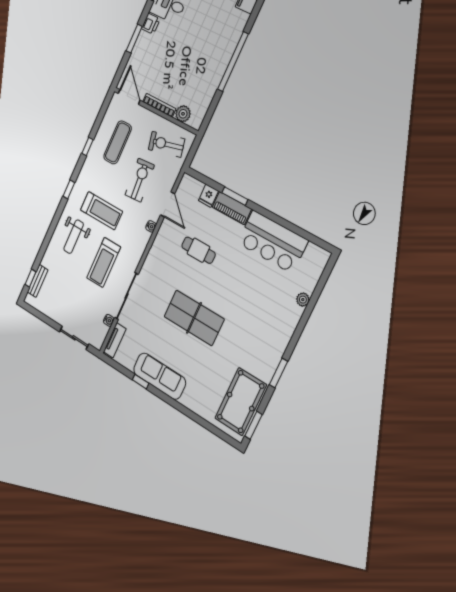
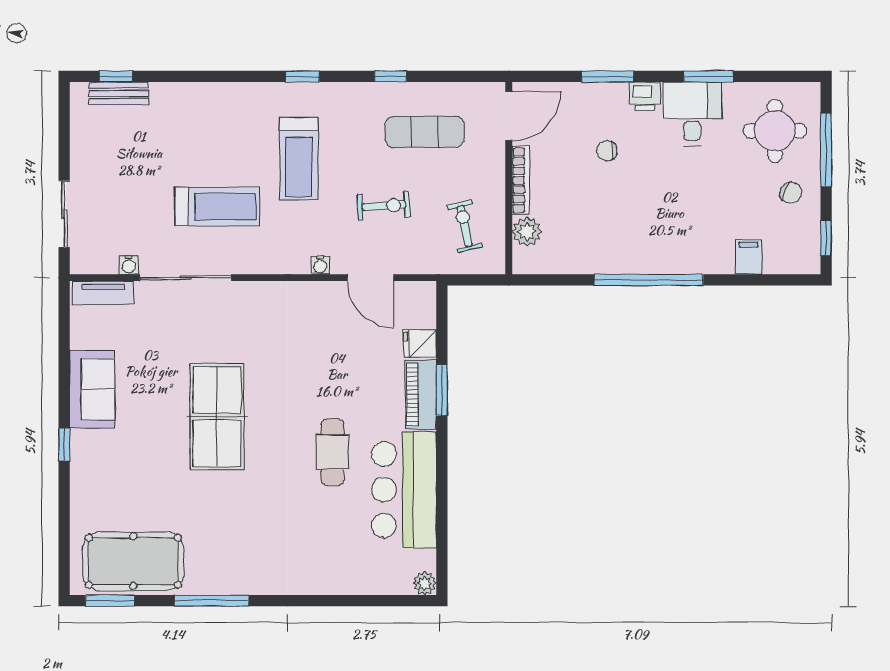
chair: (166, 55) -> (607, 151), added
exercise bike: (167, 144) -> (465, 226), width x0.73, depth x0.72
exercise bike: (140, 180) -> (384, 206), width x0.73, depth x0.72
door: (168, 204) -> (370, 278), hinge flipped
weight bench: (74, 237) -> (229, 126), removed
cafe table: (198, 250) -> (333, 452), moved
treadmill: (104, 262) -> (217, 207), turned 180
plant: (303, 300) -> (425, 583), moved
window: (278, 373) -> (212, 601), width x1.44
sofa: (160, 376) -> (92, 389), width x0.73
window: (141, 382) -> (64, 444), moved

